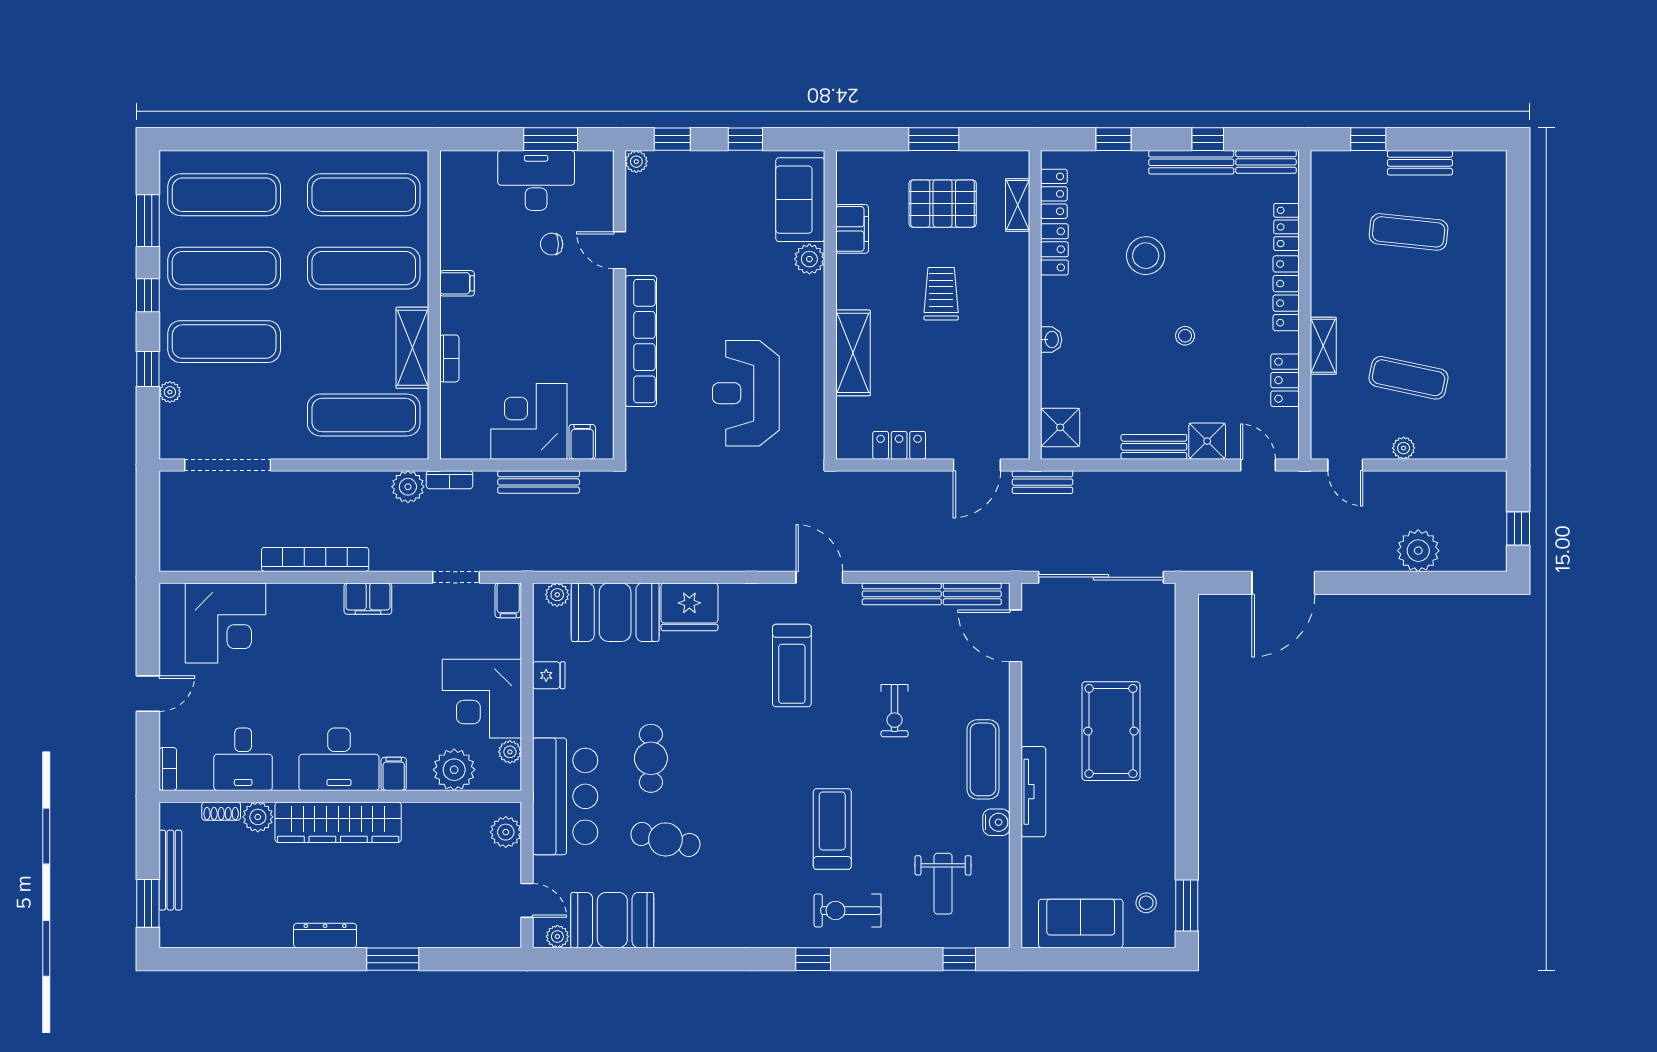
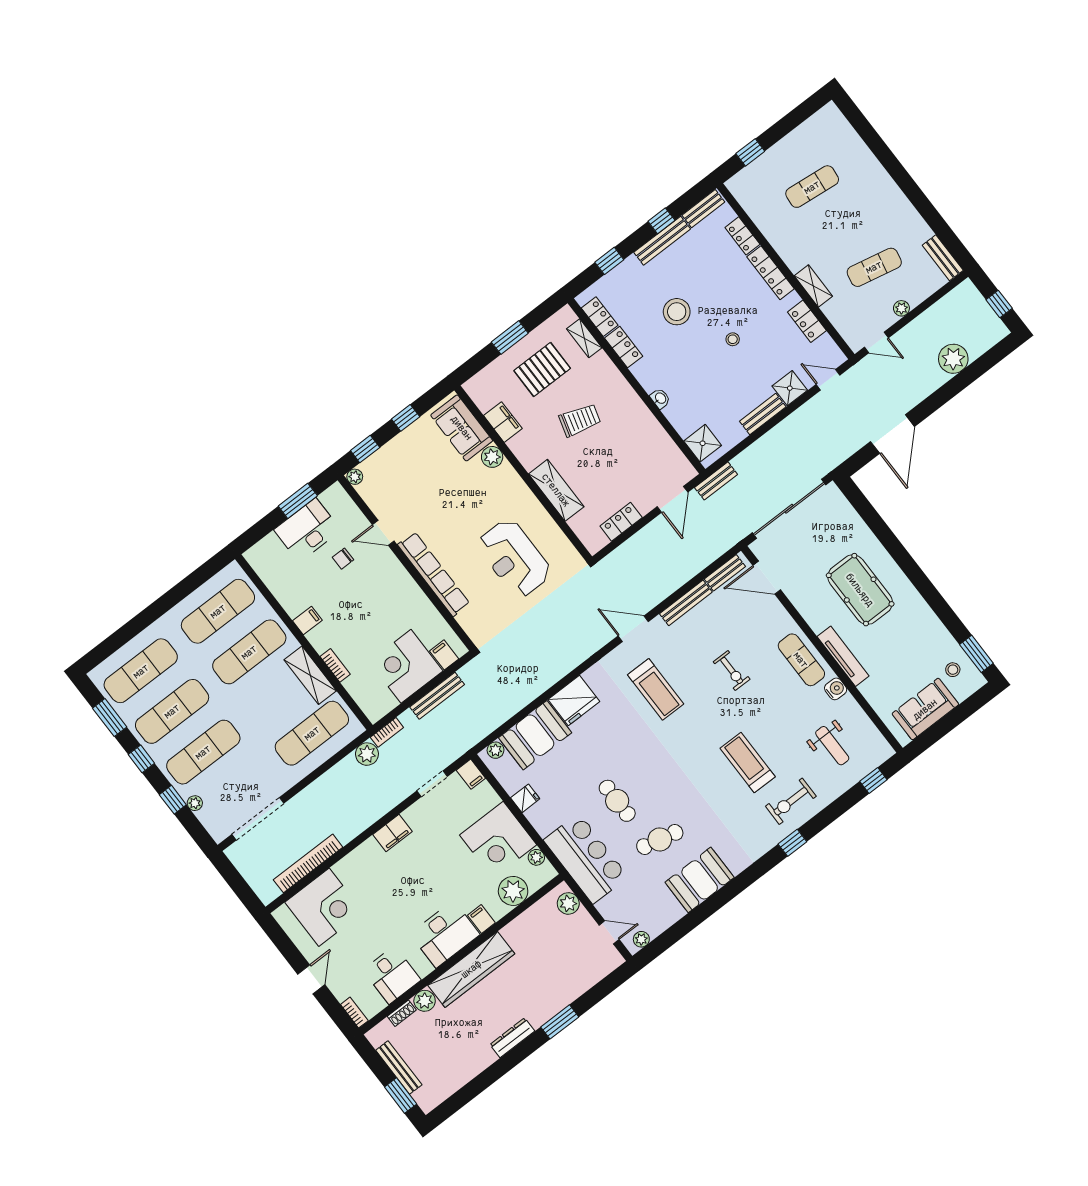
bench: (1420, 163) -> (943, 258), moved, turned 90
trolley: (941, 294) -> (580, 420), turned 106
bookcase: (315, 559) -> (308, 863), moved
booth: (612, 920) -> (700, 880), moved

